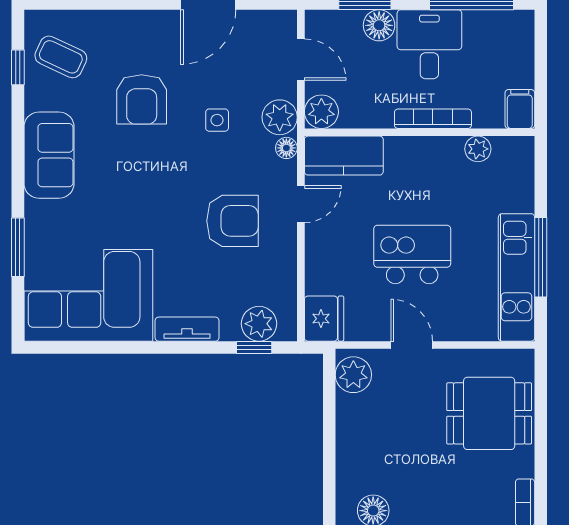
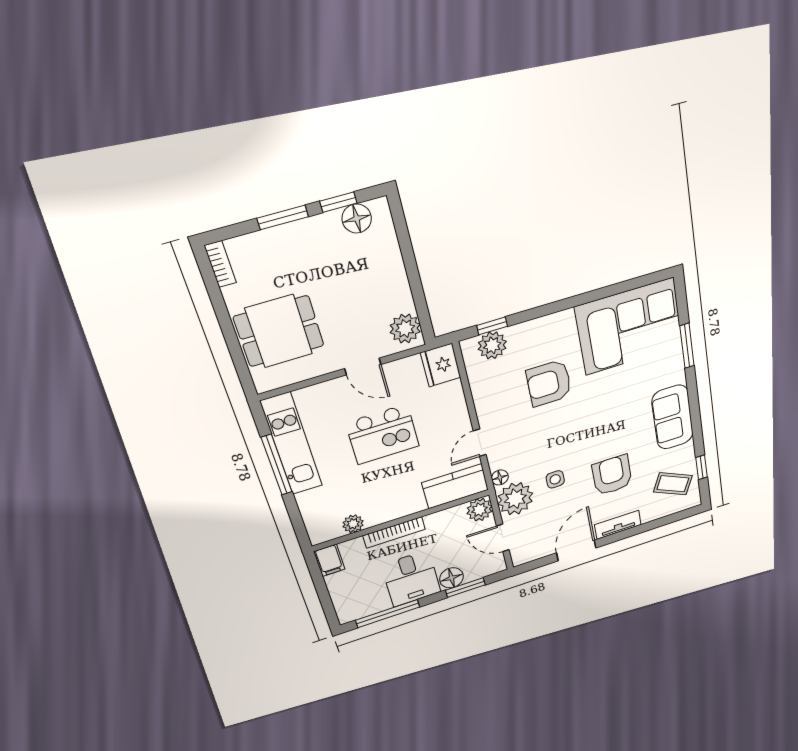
plant: (280, 117) -> (515, 499), width x1.36, depth x1.36
armchair: (232, 221) -> (549, 383), moved
tv unit: (187, 329) -> (618, 525), moved, turned 180

